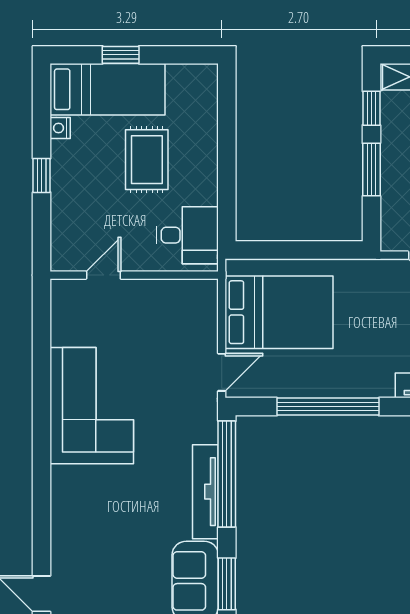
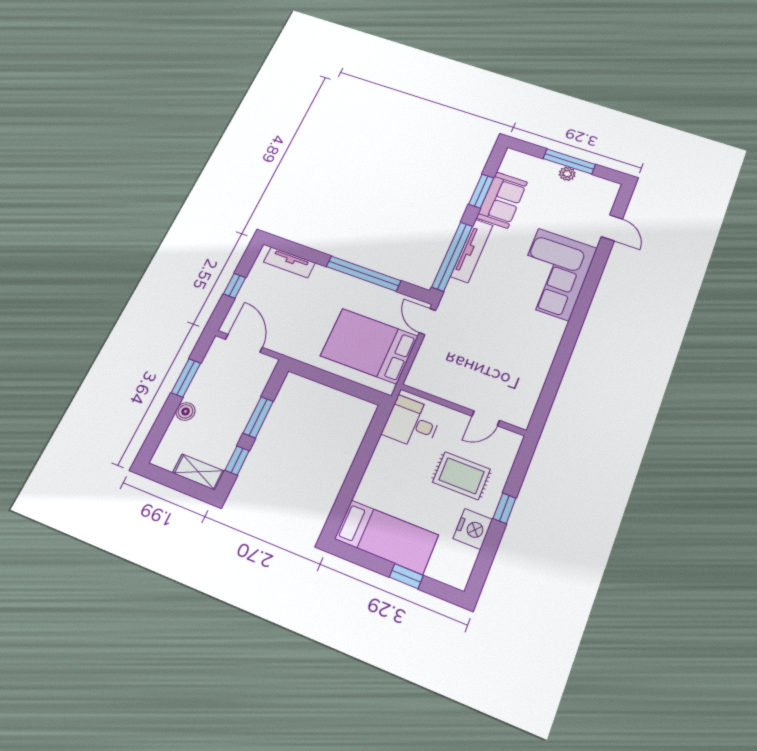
bed: (108, 89) -> (386, 537), moved, turned 180
nightstand: (60, 128) -> (473, 529), width x1.89, depth x1.79
rug: (147, 160) -> (462, 476), moved, turned 90
door: (222, 372) -> (427, 322), hinge flipped
corner sofa: (92, 406) -> (553, 274), moved

